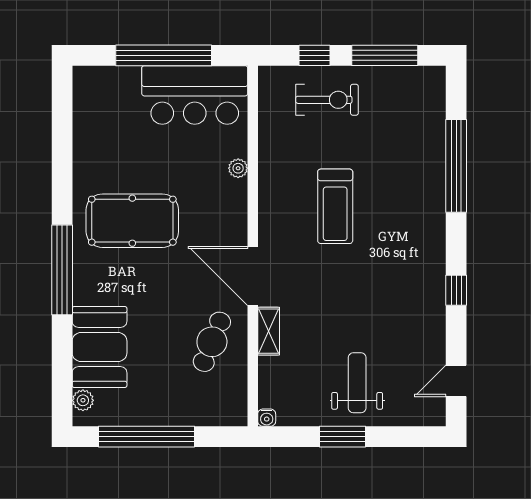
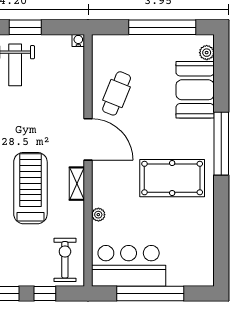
exercise bike: (327, 100) -> (65, 260), moved, turned 90
treadmill: (335, 206) -> (30, 188), width x1.37, depth x1.38
shelving: (269, 331) -> (77, 184), moved

